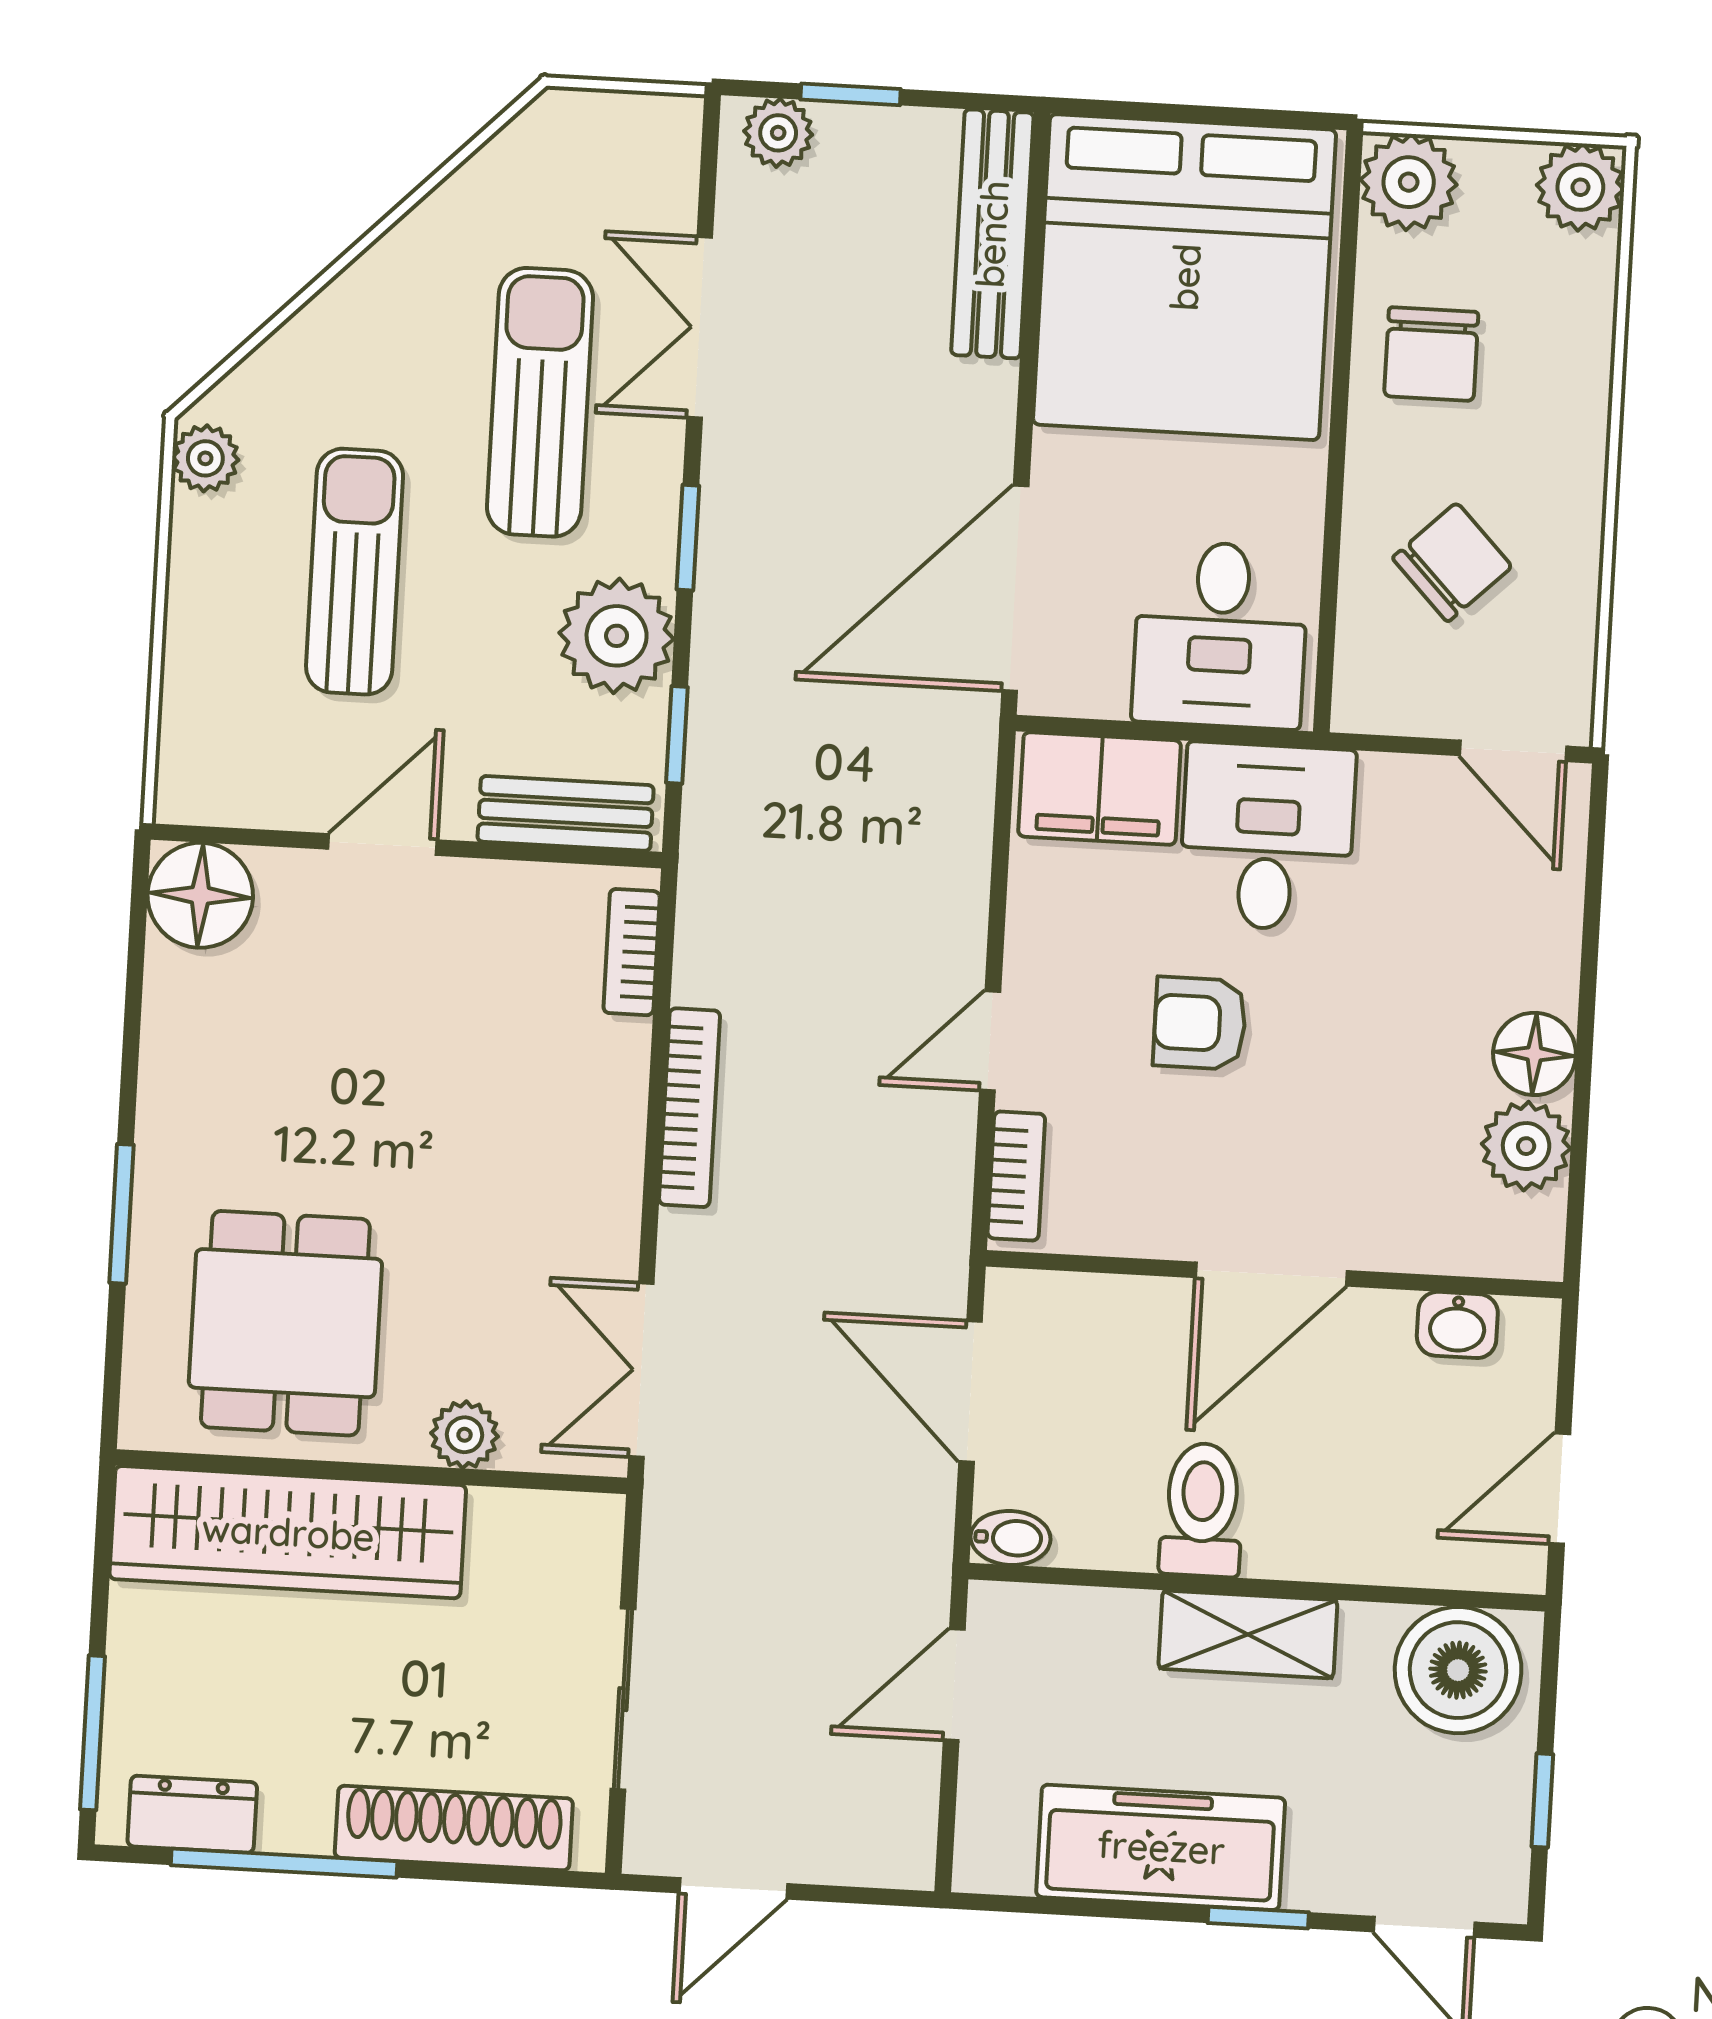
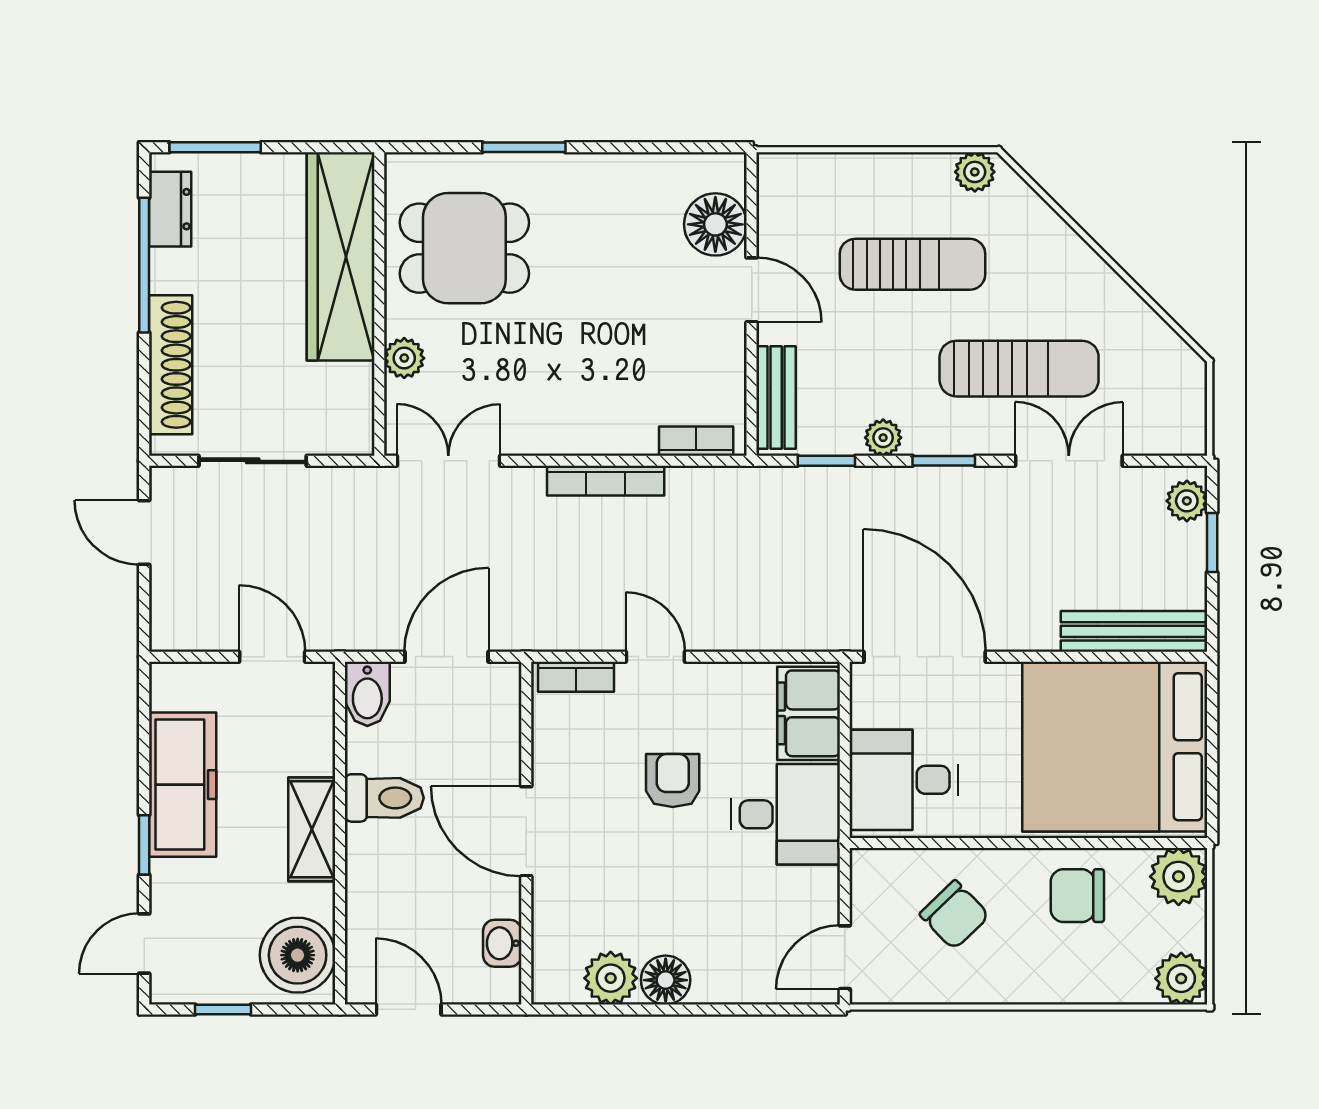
plant: (617, 636) -> (883, 438), width x0.53, depth x0.53
floor lamp: (200, 895) -> (715, 224), moved
bidet: (1011, 1538) -> (367, 694), width x1.38, depth x1.36

